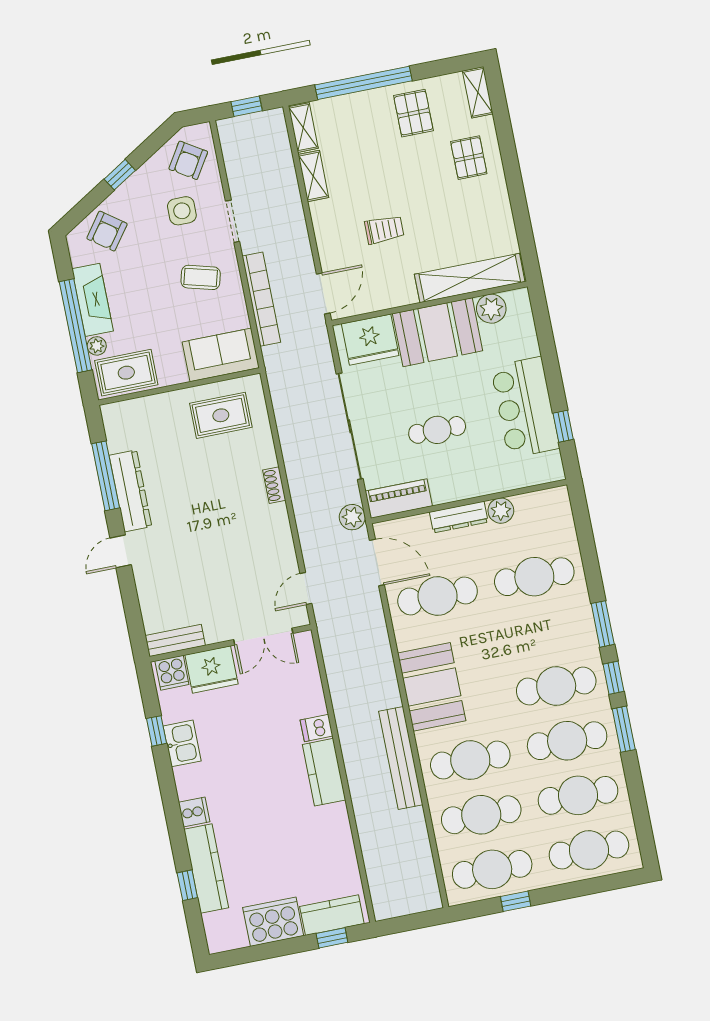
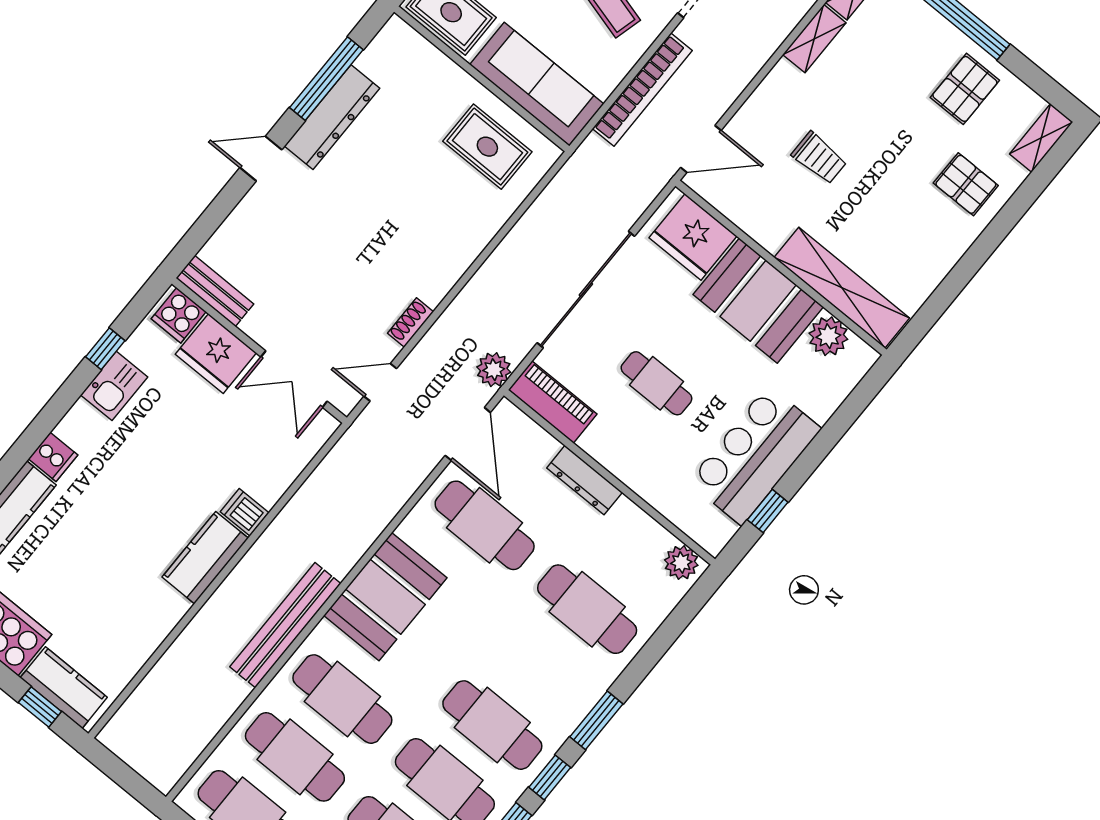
pallet: (469, 158) -> (966, 184), turned 90
sofa: (221, 355) -> (537, 84), width x1.36
shoe rack: (274, 485) -> (411, 323), moved
plant: (501, 511) -> (681, 563), moved

